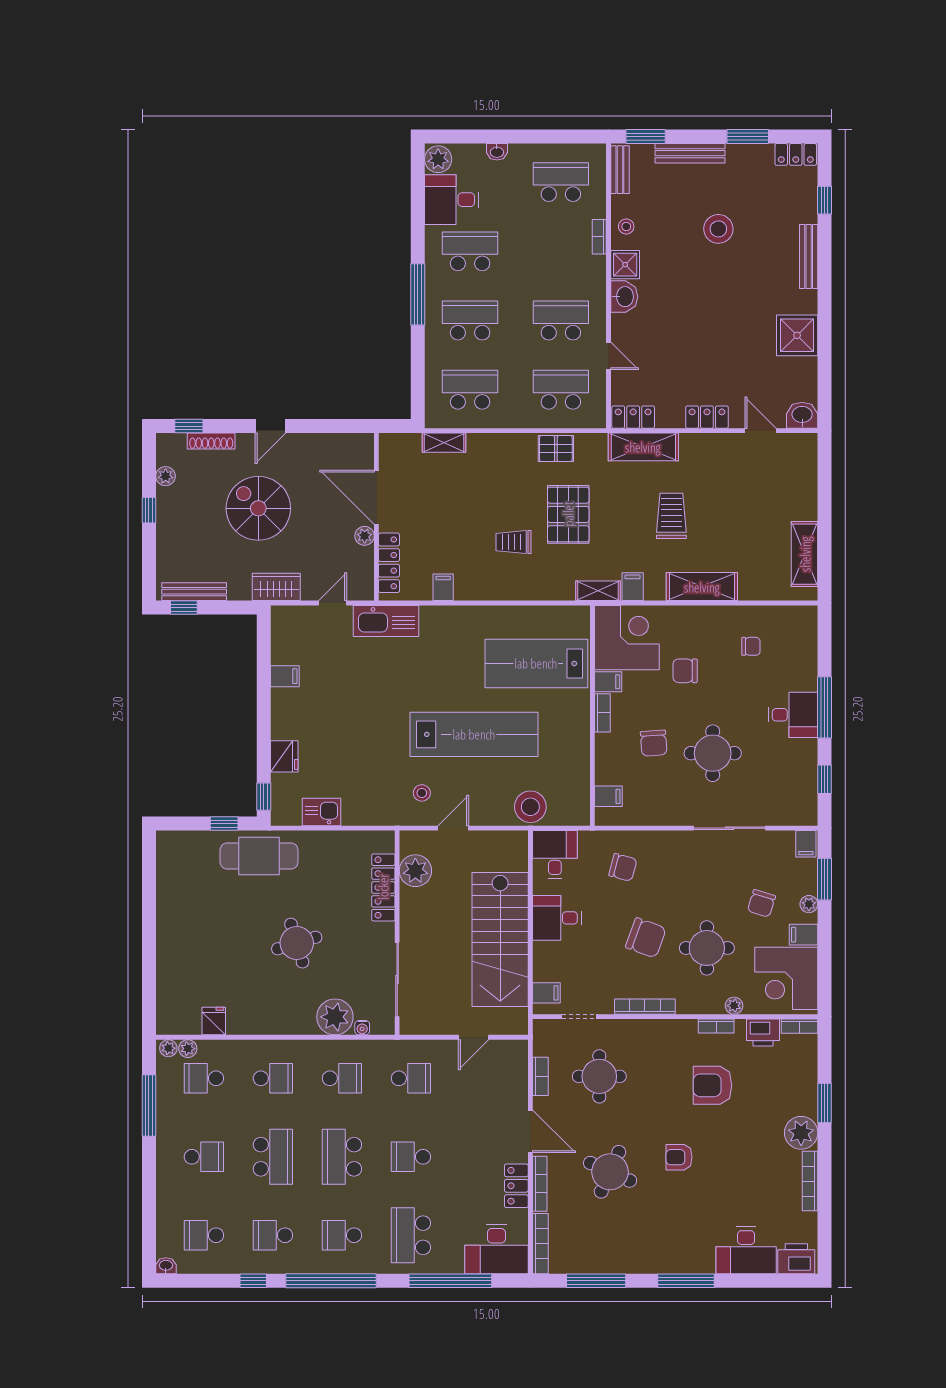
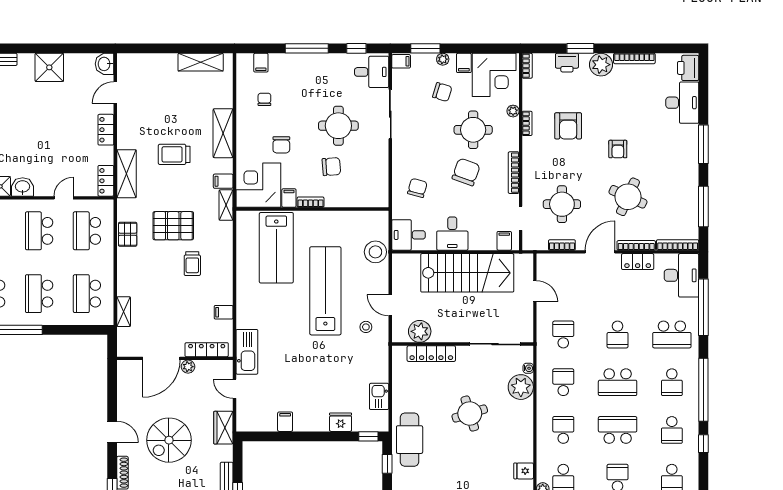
desk: (793, 715) -> (372, 72), moved, turned 90
filing cabinet: (608, 796) -> (261, 63), moved, turned 180
printer: (763, 1033) -> (567, 63), moved, turned 90

